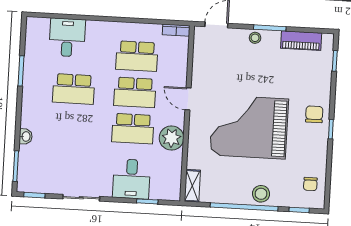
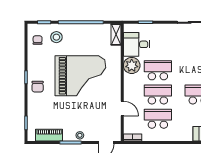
door: (188, 99) -> (122, 109), moved
desk: (131, 179) -> (137, 44), moved, turned -90
stool: (261, 194) -> (56, 37), moved

